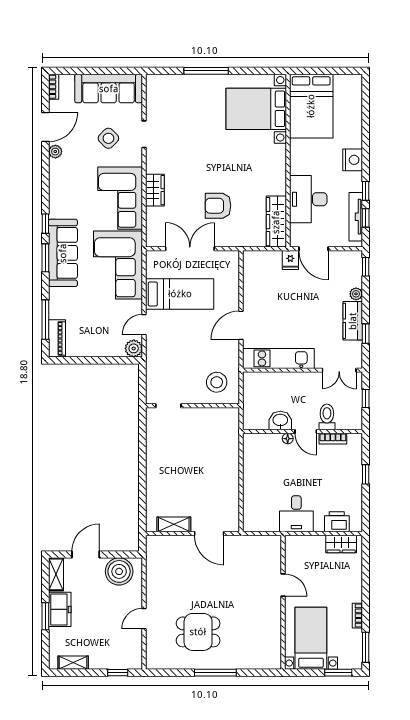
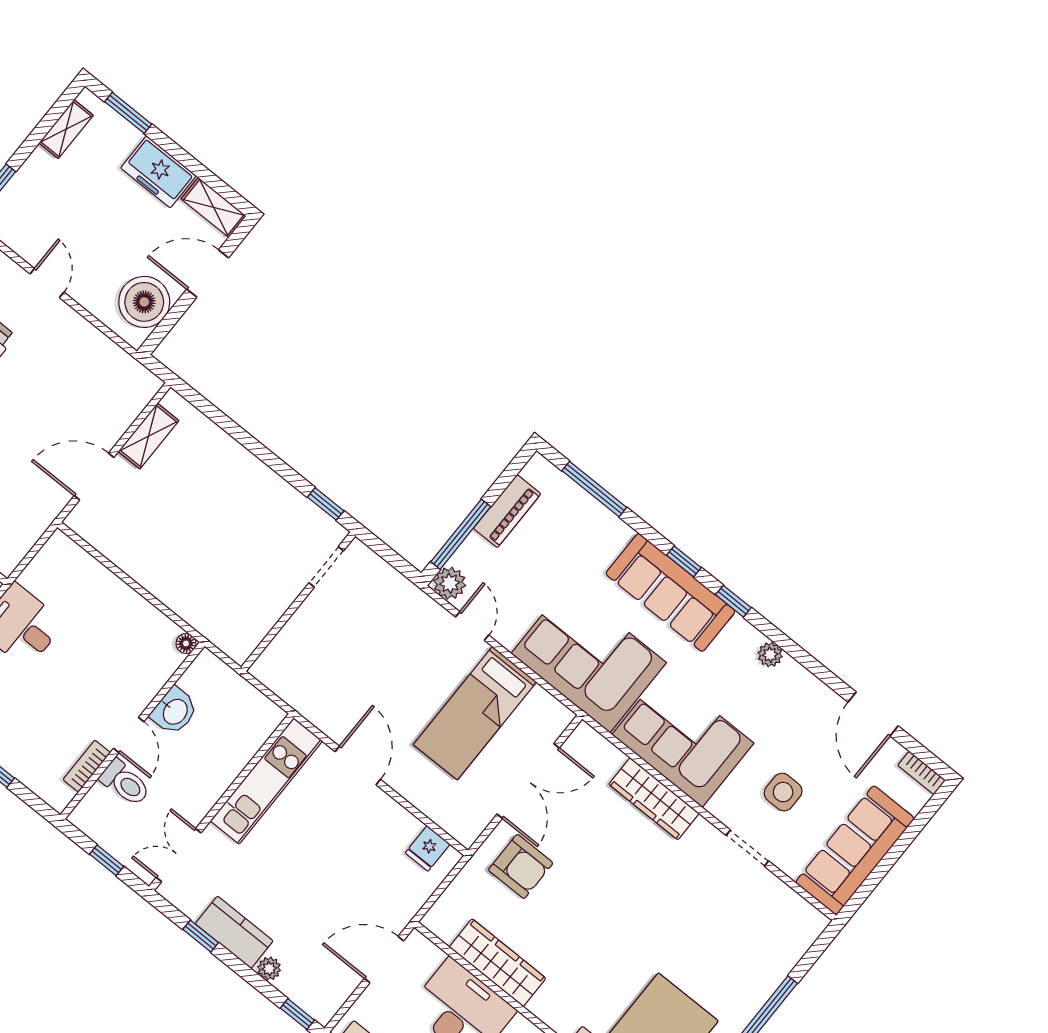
side table: (108, 138) -> (783, 792), turned 45
plant: (55, 152) -> (770, 655), moved
wardrobe: (155, 190) -> (654, 799), width x1.50
armchair: (218, 206) -> (521, 866), moved, turned 90
wardrobe: (276, 222) -> (498, 963), moved
window: (45, 258) -> (684, 561), width x0.67
fridge: (290, 260) -> (428, 848), moved, turned -90
piano: (57, 338) -> (507, 511), moved, turned -90
window: (109, 360) -> (461, 534), added
stool: (217, 382) -> (304, 664), removed
window: (142, 427) -> (326, 504), added
door: (306, 432) -> (129, 735), swing flipped
floor lamp: (288, 439) -> (186, 643), moved
door: (86, 555) -> (208, 273), swing flipped
window: (45, 616) -> (128, 113), moved

